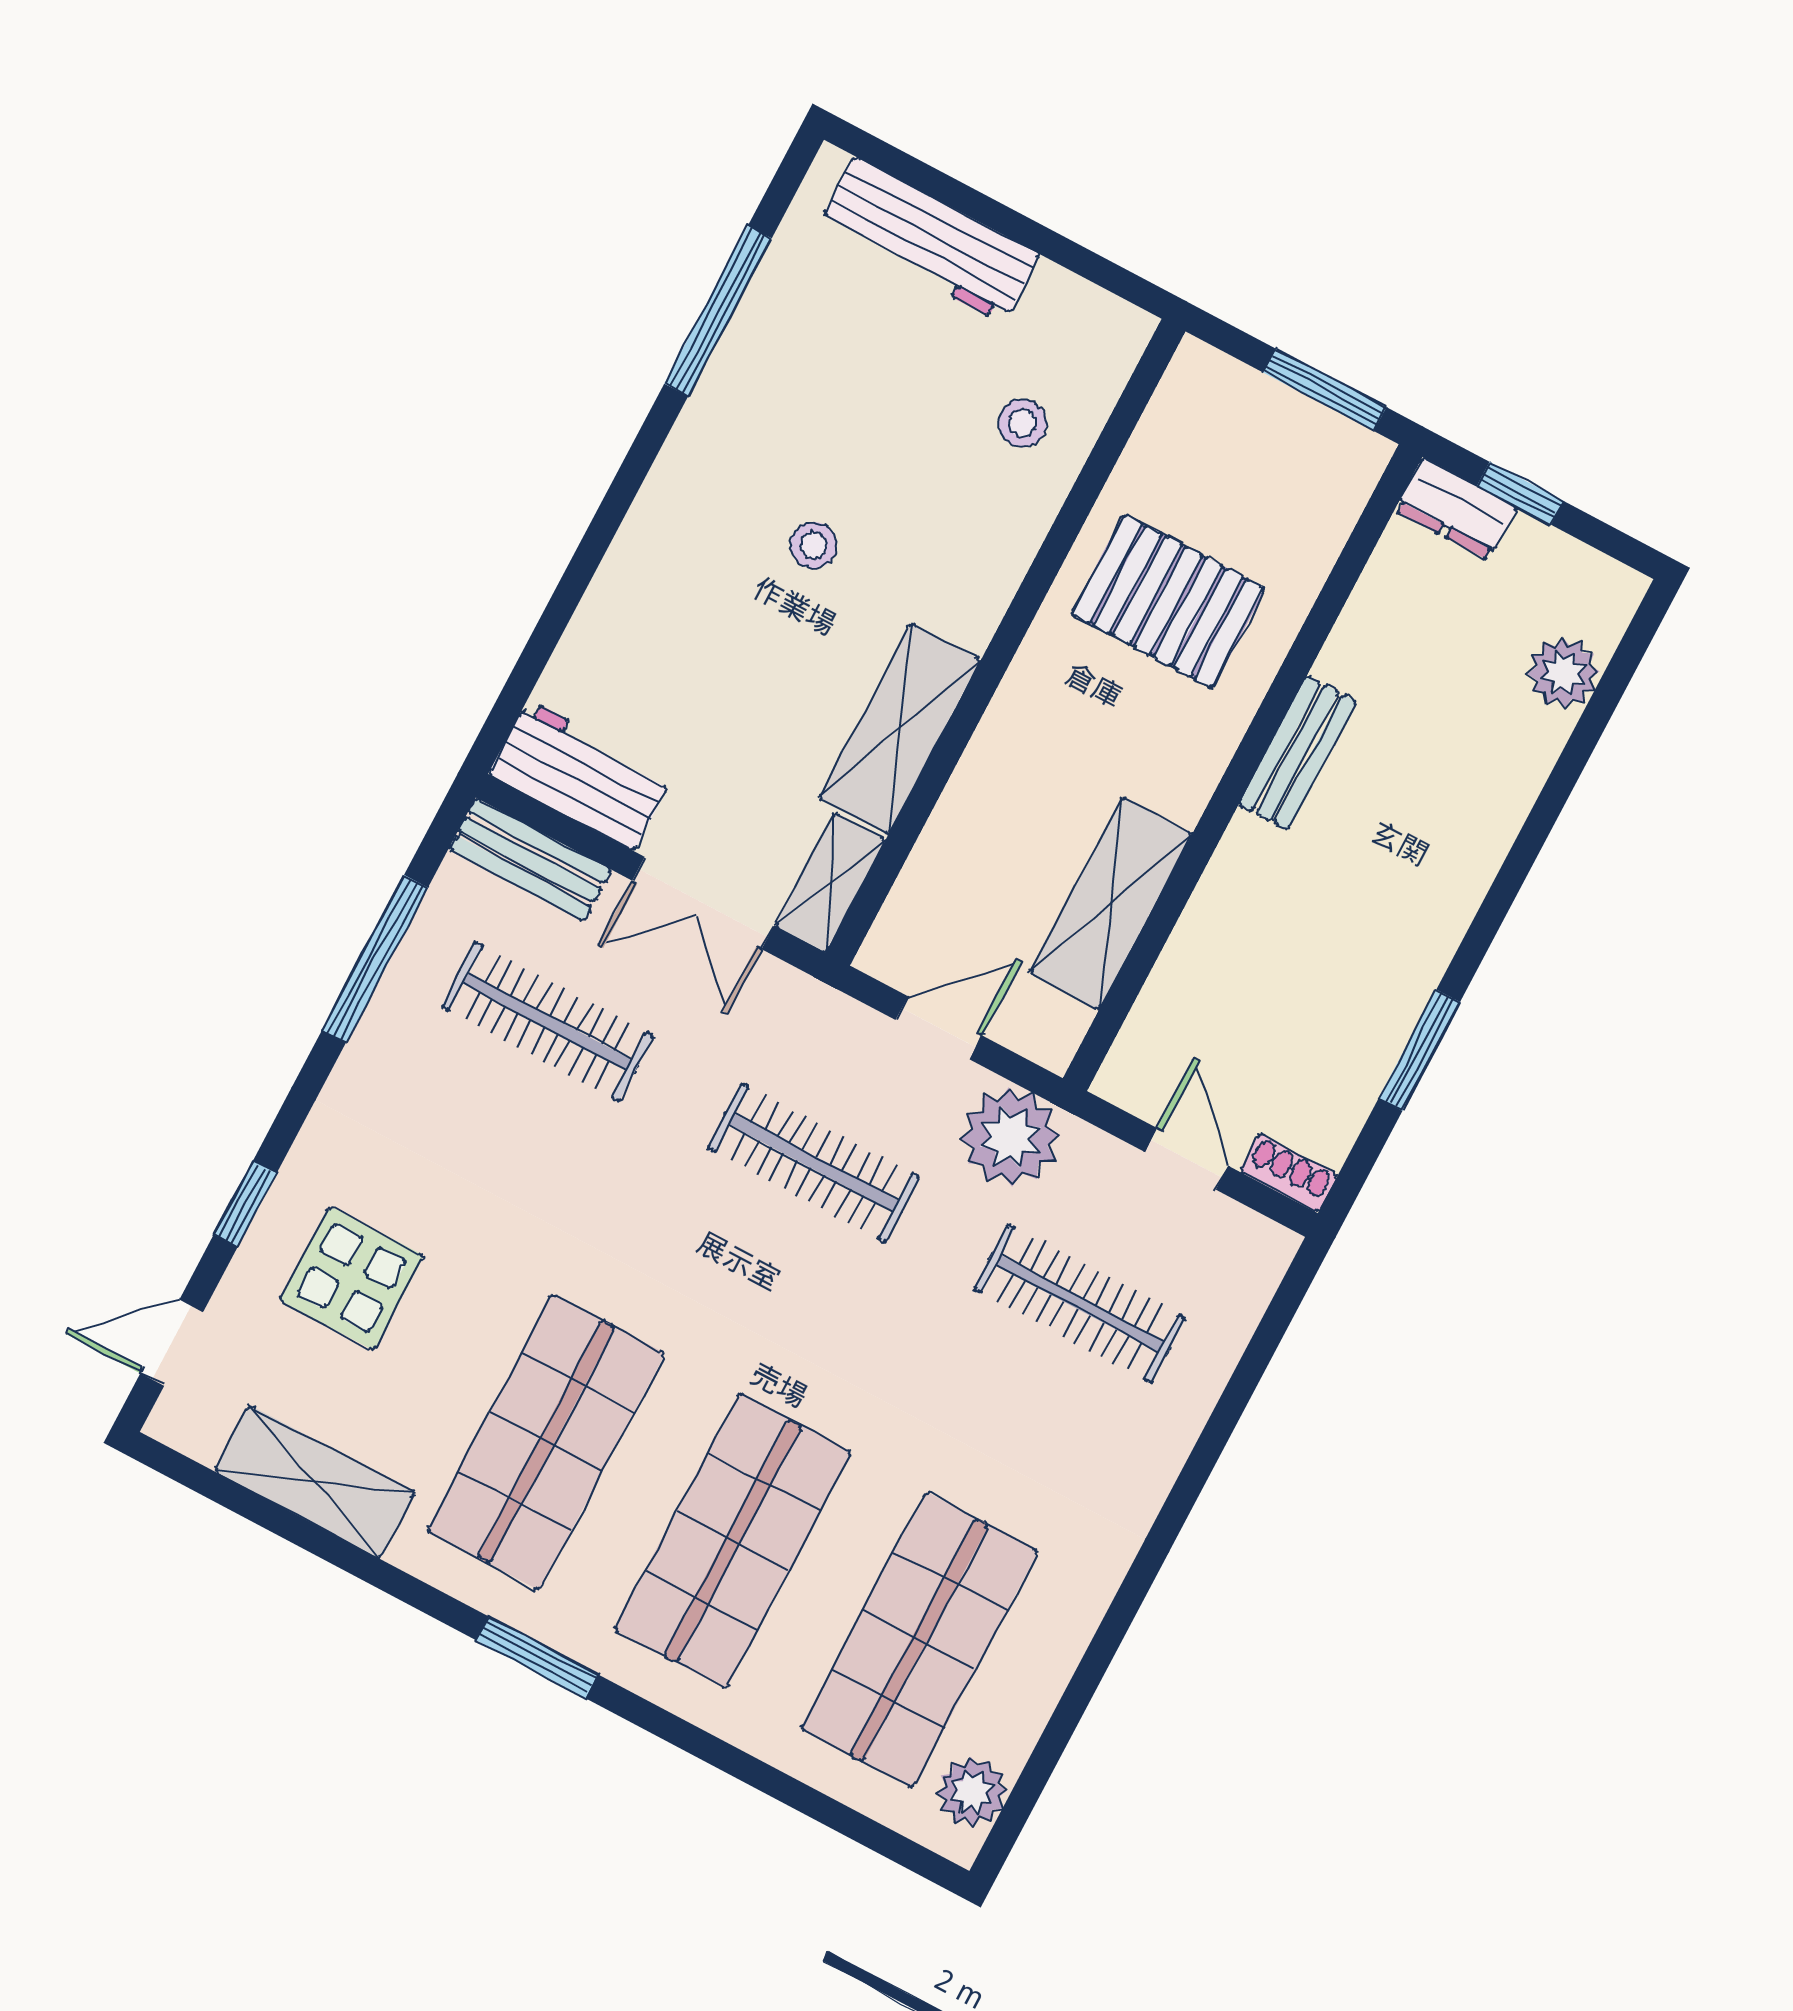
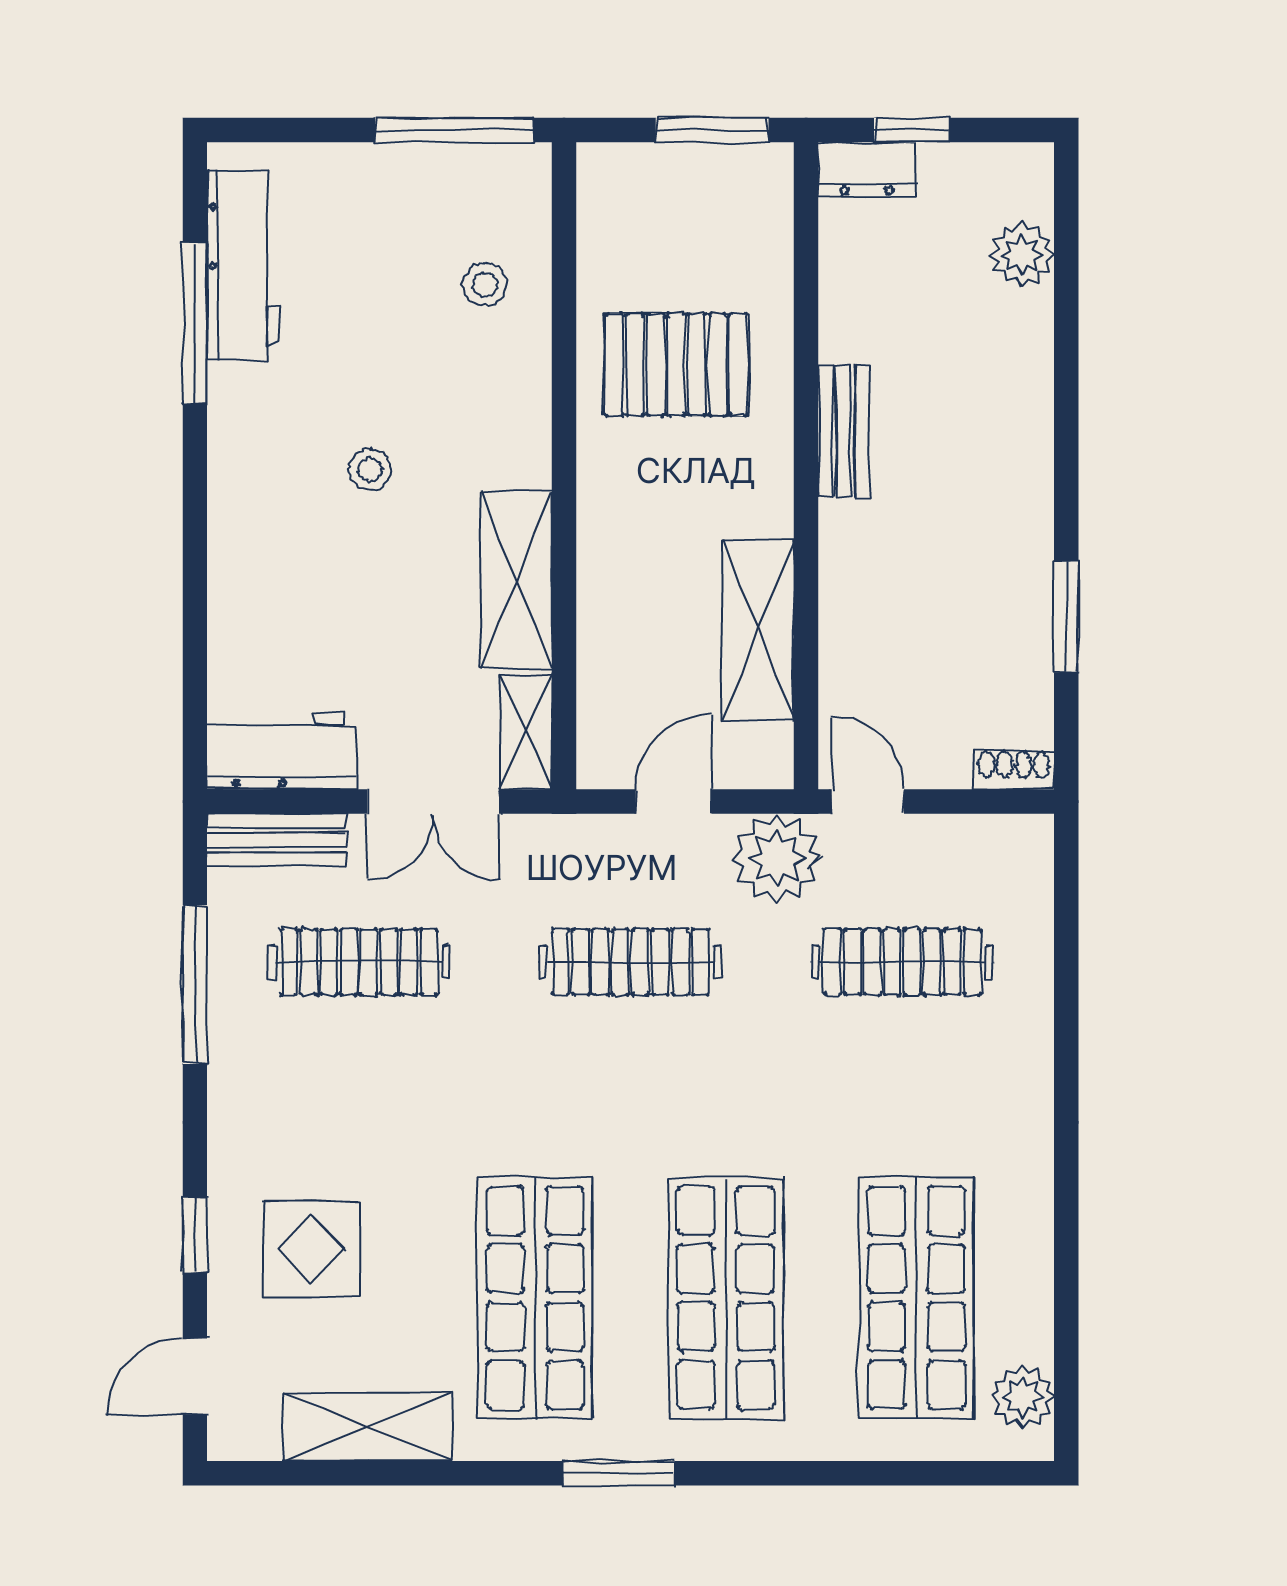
workbench: (929, 240) -> (243, 265), moved, turned -90
window: (1073, 256) -> (454, 130), added
door: (1186, 1159) -> (868, 802), moved

